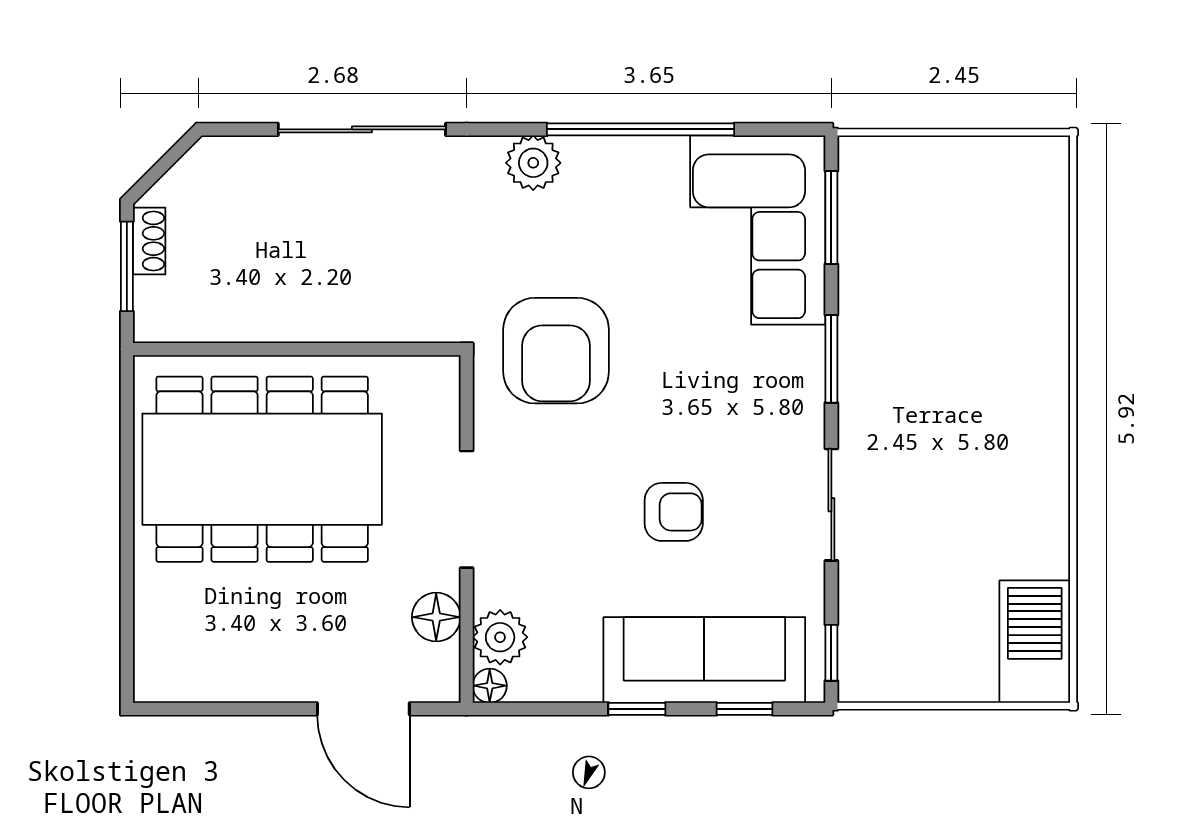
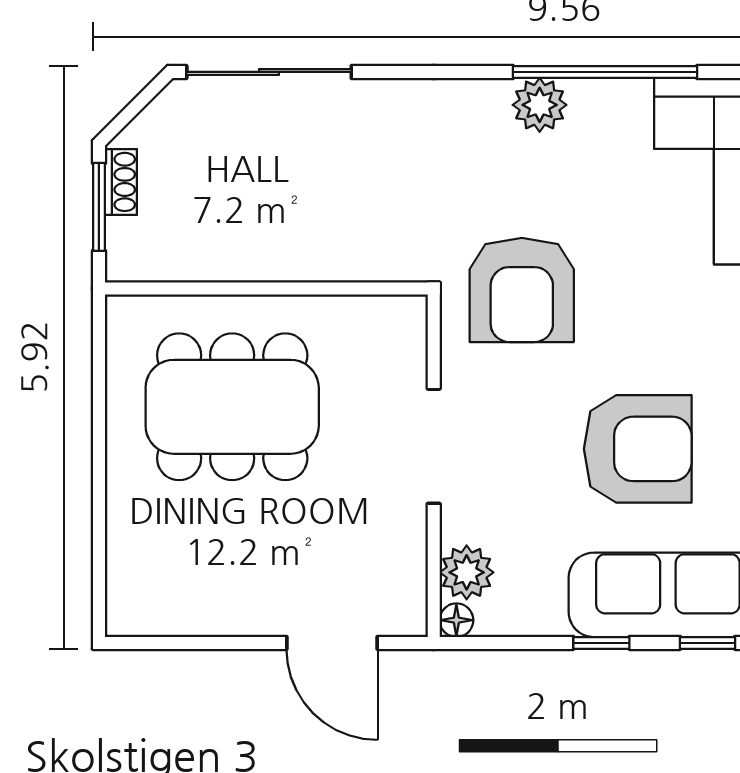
sliding door: (362, 129) -> (269, 72), moved
plant: (533, 163) -> (540, 105), moved
dining table: (262, 469) -> (232, 407), width x0.73, depth x0.80
armchair: (674, 512) -> (638, 449), width x1.88, depth x1.88
floor lamp: (436, 617) -> (404, 552), removed

